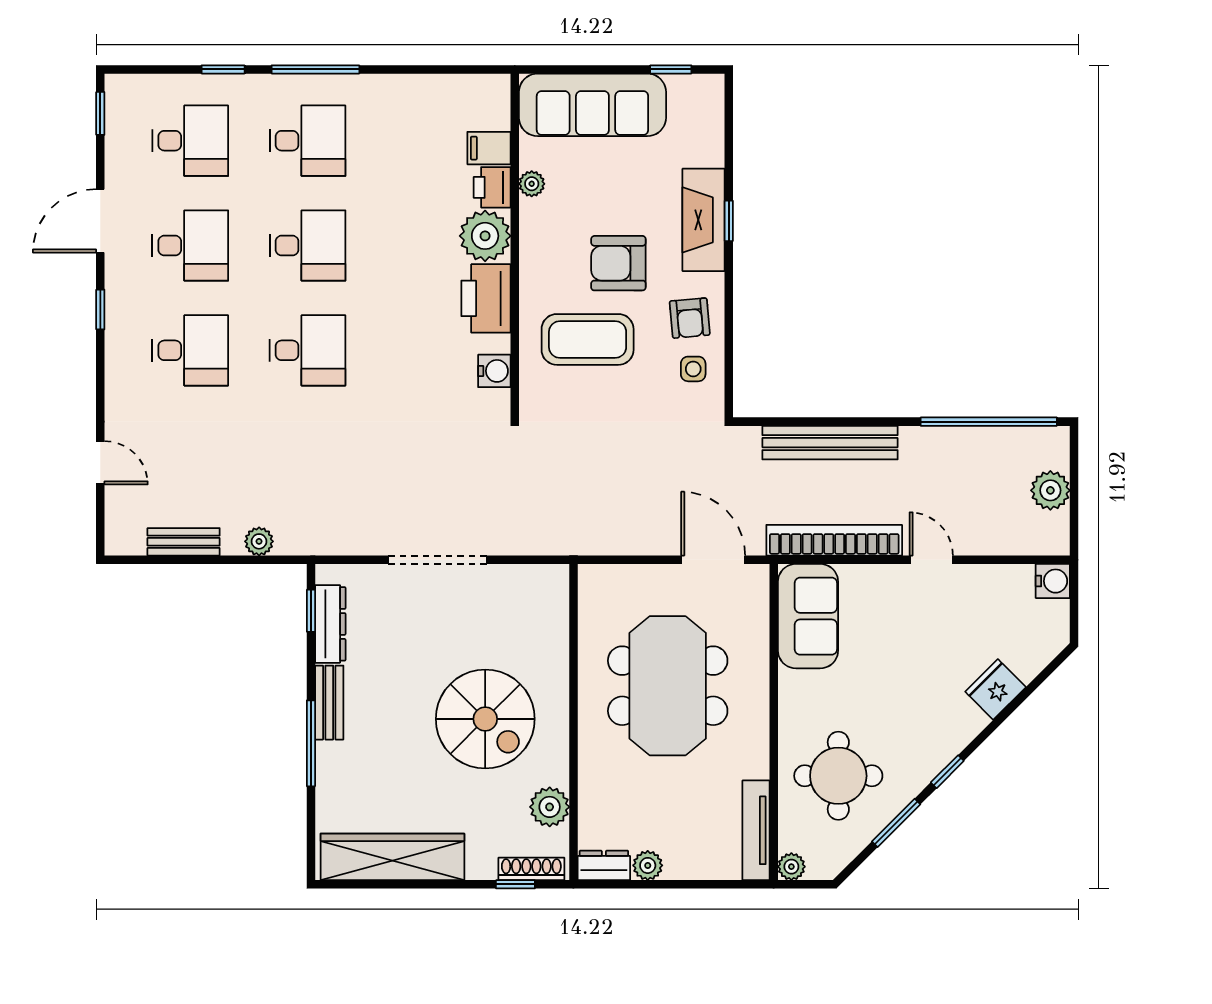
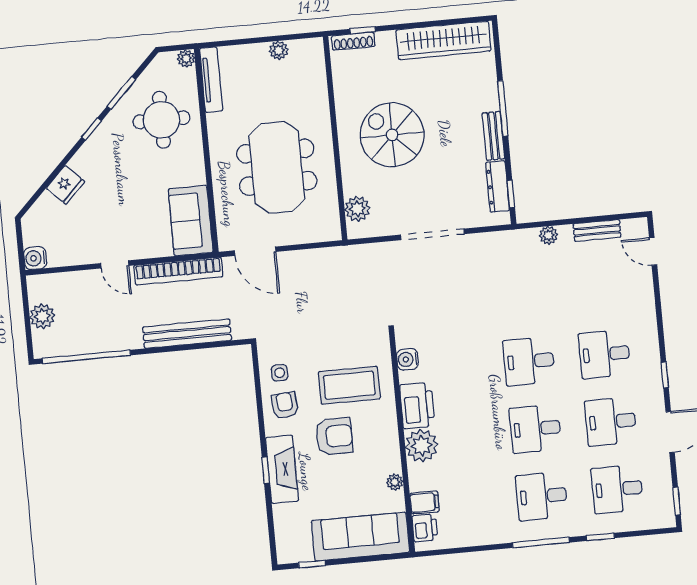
printer: (492, 187) -> (425, 528), moved
door: (100, 463) -> (653, 251), moved
plant: (550, 807) -> (357, 209), moved
dresser: (604, 865) -> (307, 48), removed

